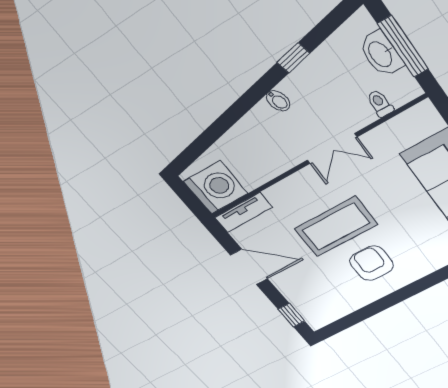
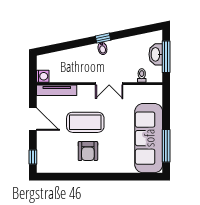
window: (293, 58) -> (103, 38), moved
washing machine: (216, 188) -> (43, 76), width x0.53, depth x0.53
tv unit: (244, 212) -> (57, 90), width x1.41
armchair: (372, 263) -> (88, 151), turned 180

